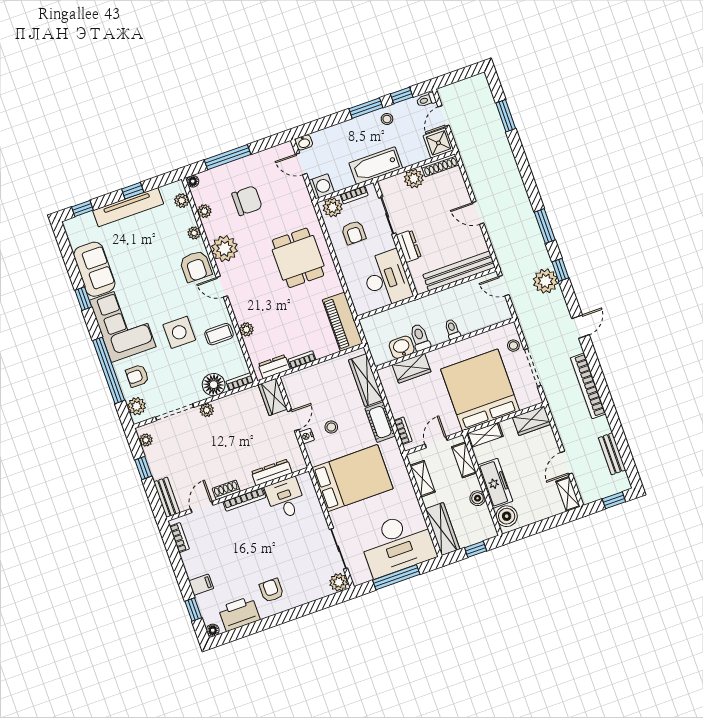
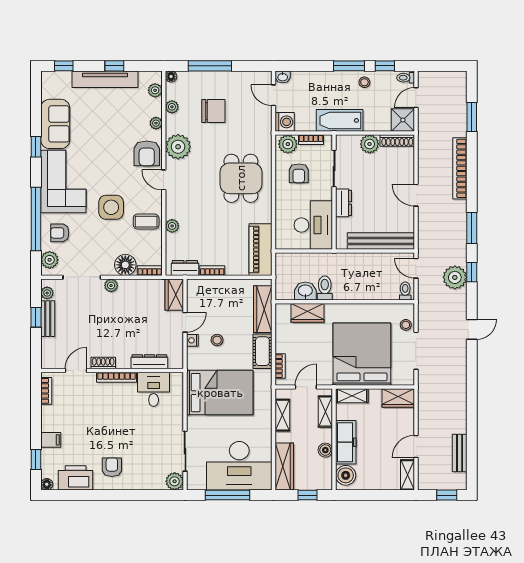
toilet: (452, 329) -> (405, 291), moved
bookcase: (588, 386) -> (460, 168), moved
bench: (167, 497) -> (48, 319), moved

